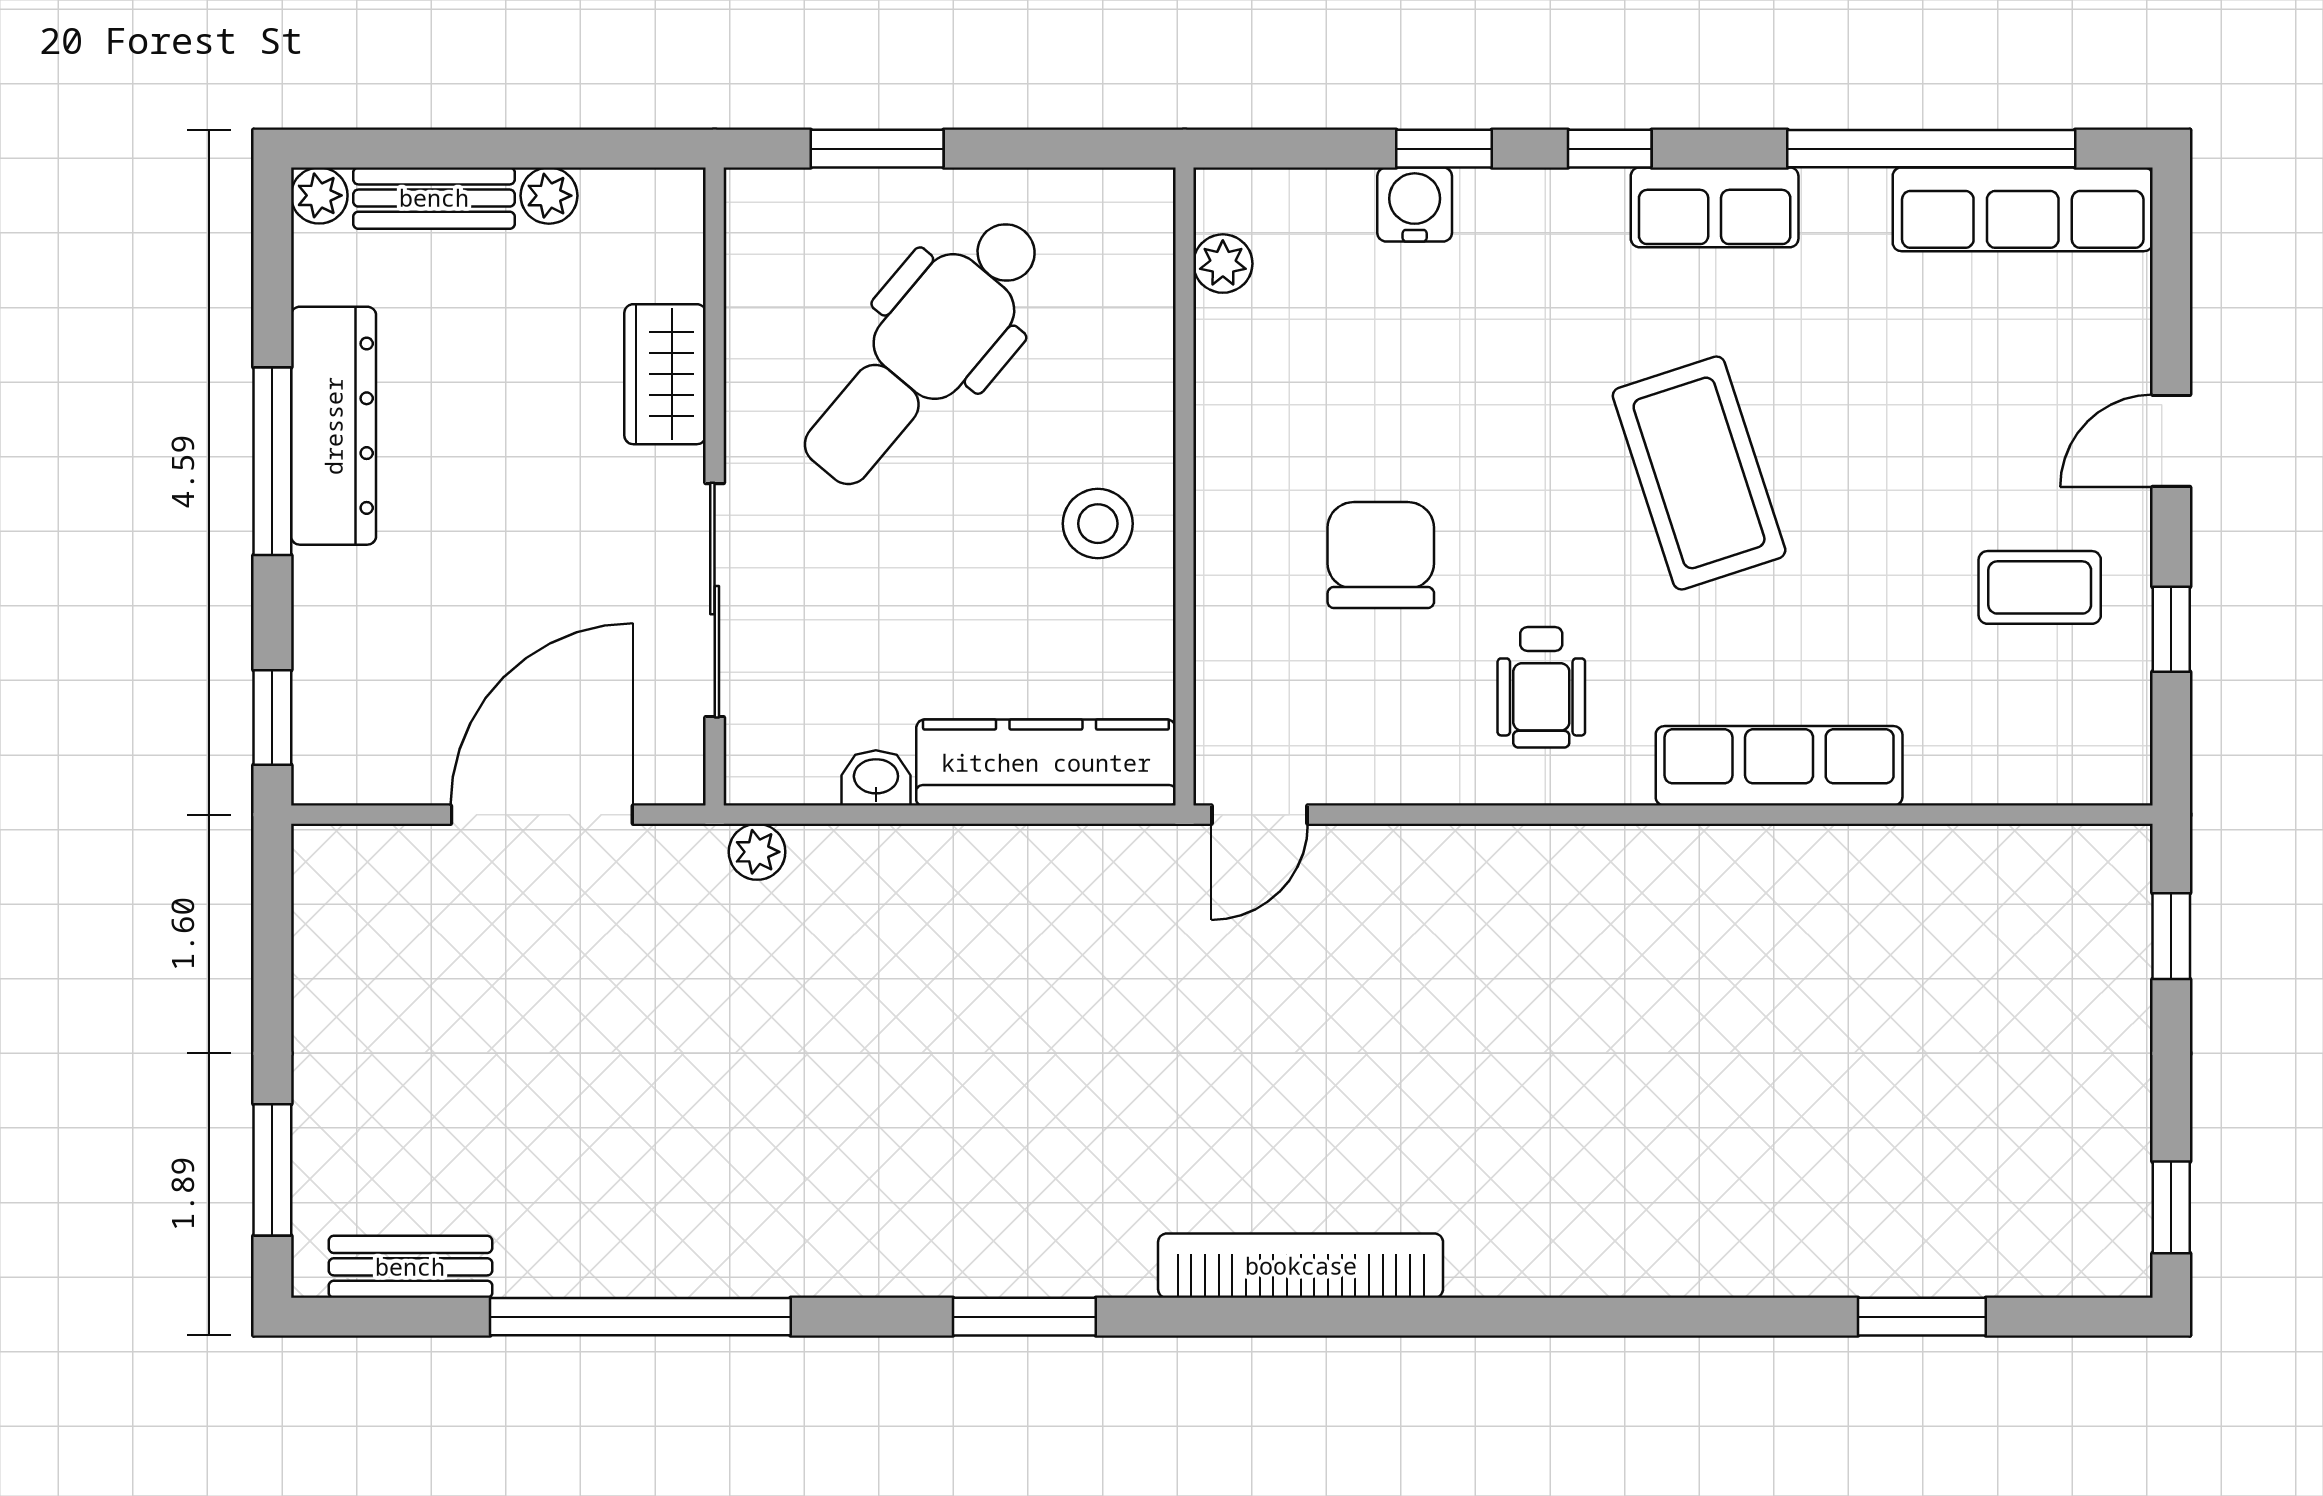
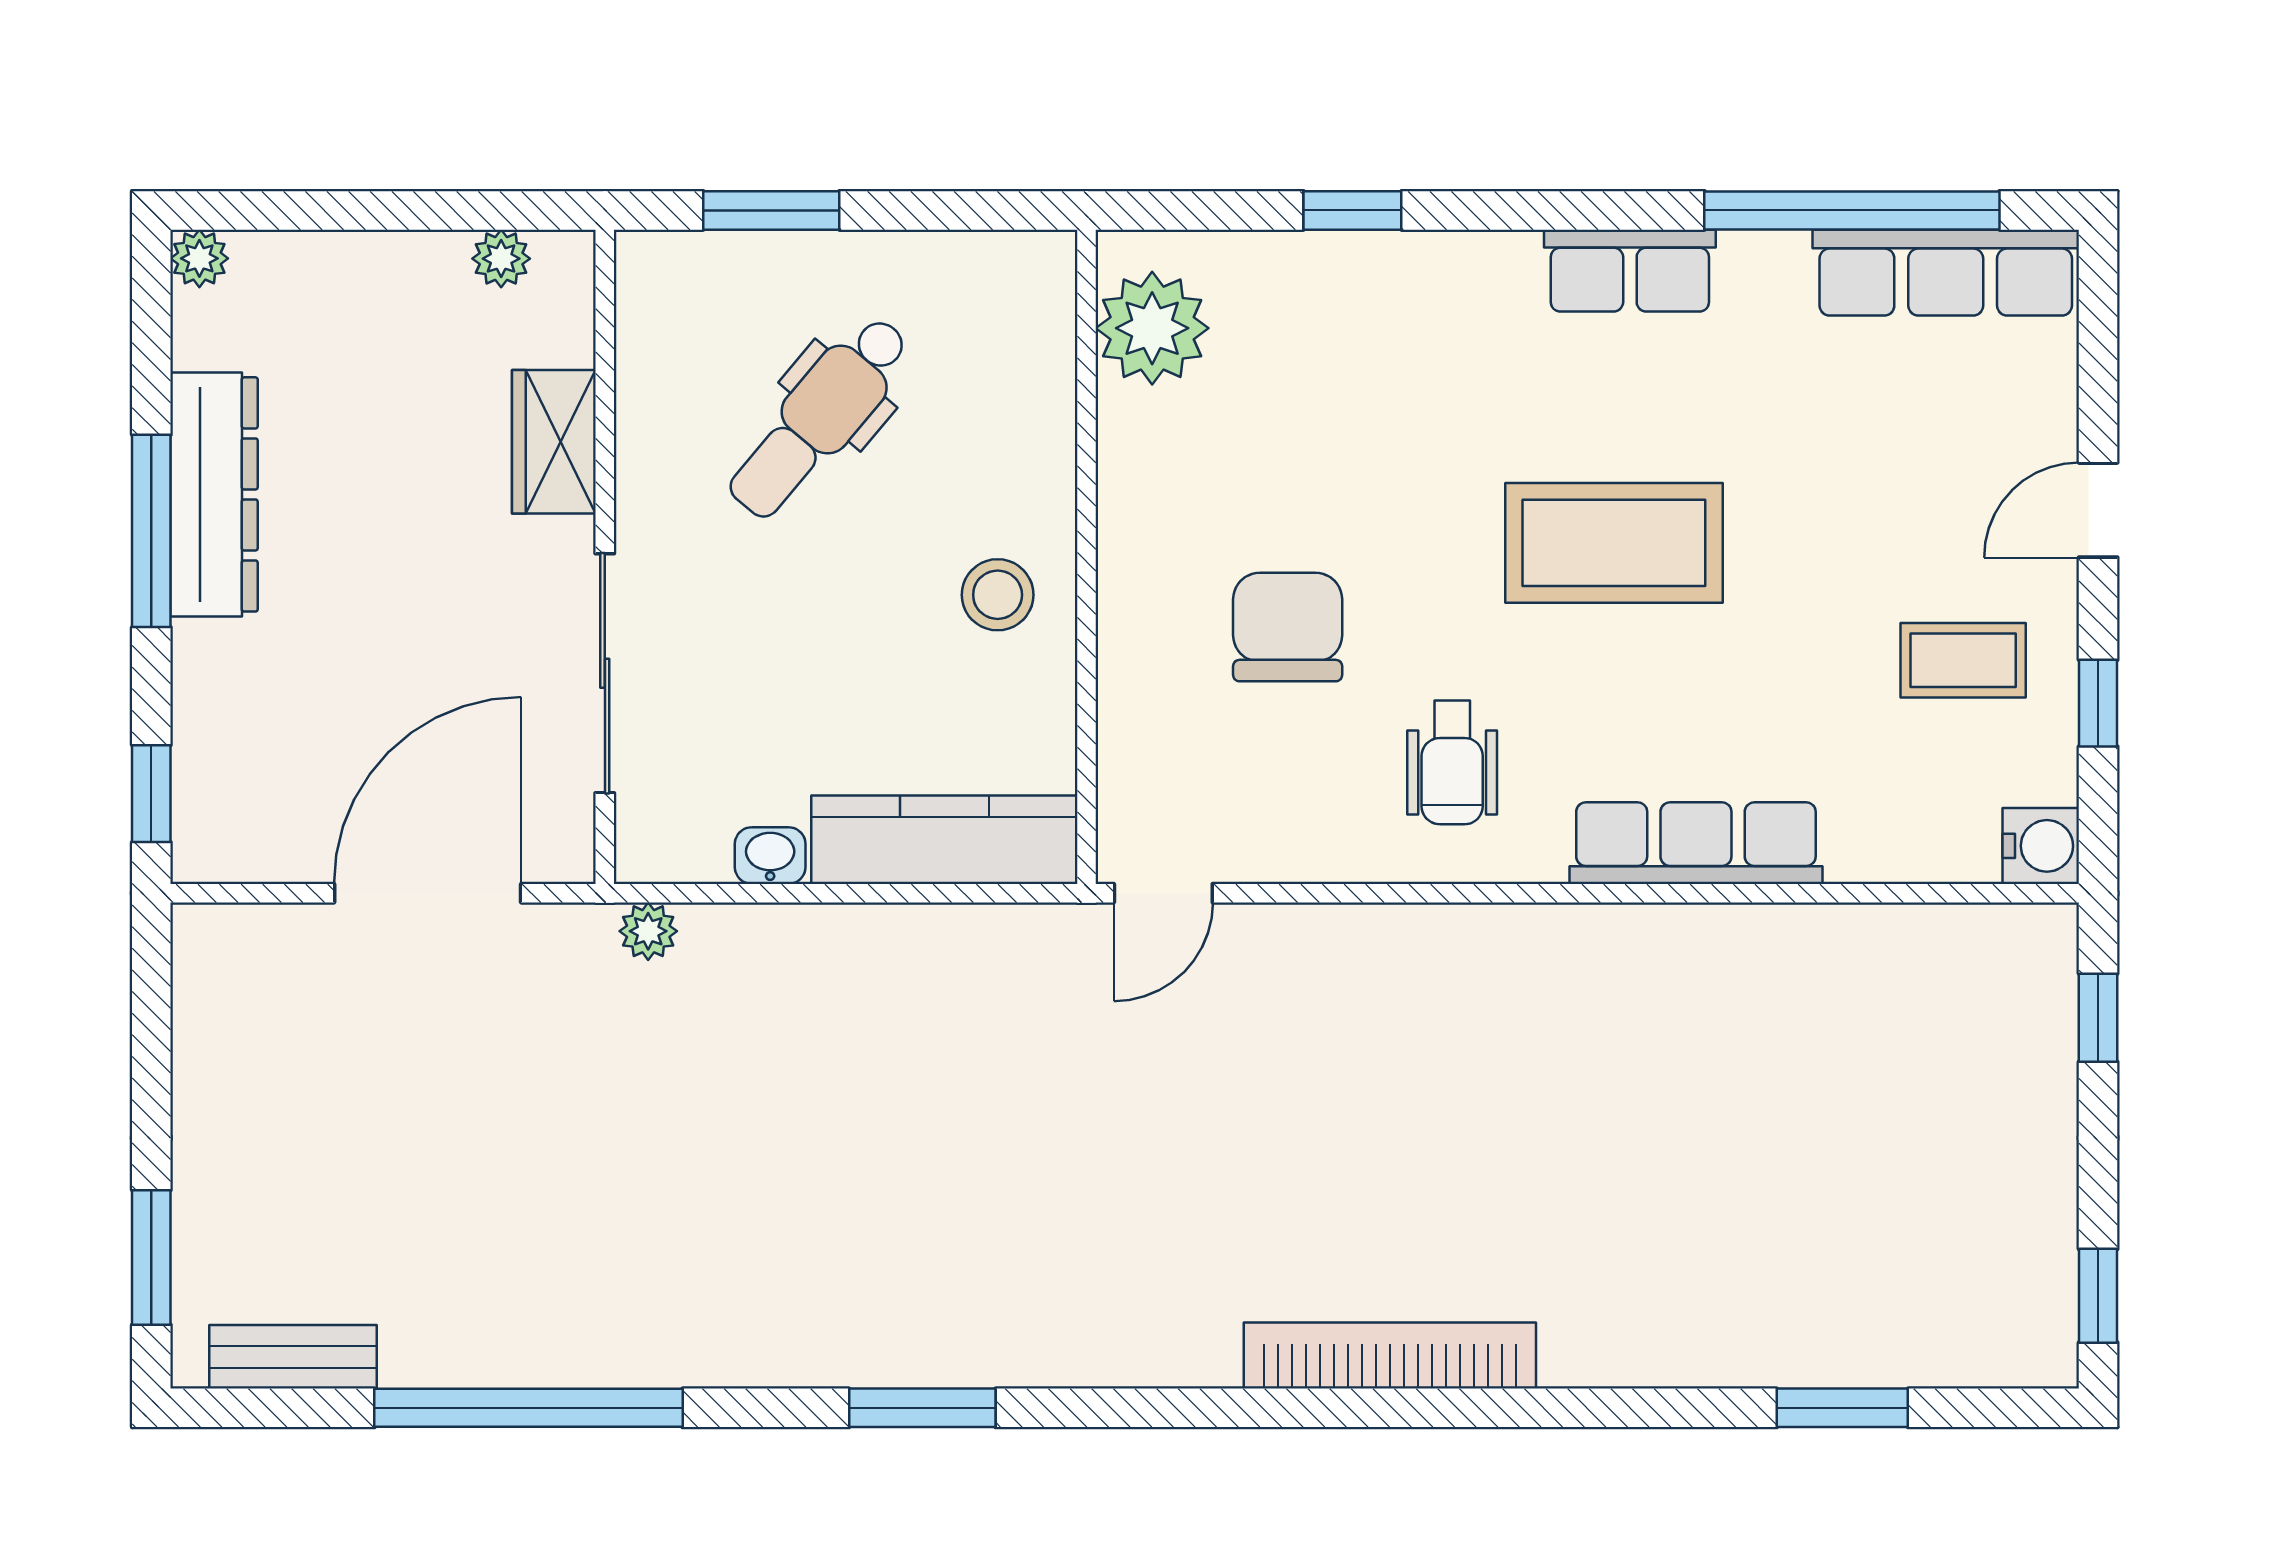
window: (1610, 149) -> (1522, 210), removed
plant: (549, 196) -> (501, 259), moved
bench: (434, 198) -> (317, 261), removed
water cooler: (1415, 204) -> (2041, 846), moved, turned 90
plant: (1223, 264) -> (1152, 328), width x1.87, depth x1.87
dental chair: (924, 350) -> (819, 417), width x0.73, depth x0.72
coffee table: (1699, 473) -> (1614, 543), turned -72
bookcase: (1301, 1266) -> (1390, 1356), moved

